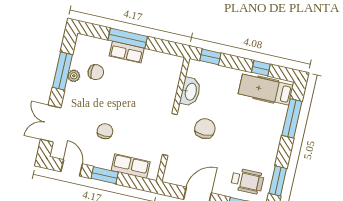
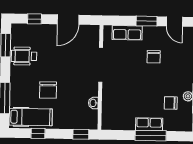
washbasin: (190, 92) -> (93, 103), width x0.52, depth x0.69
chair: (205, 129) -> (48, 90), moved
wheelchair: (247, 181) -> (24, 56), moved

